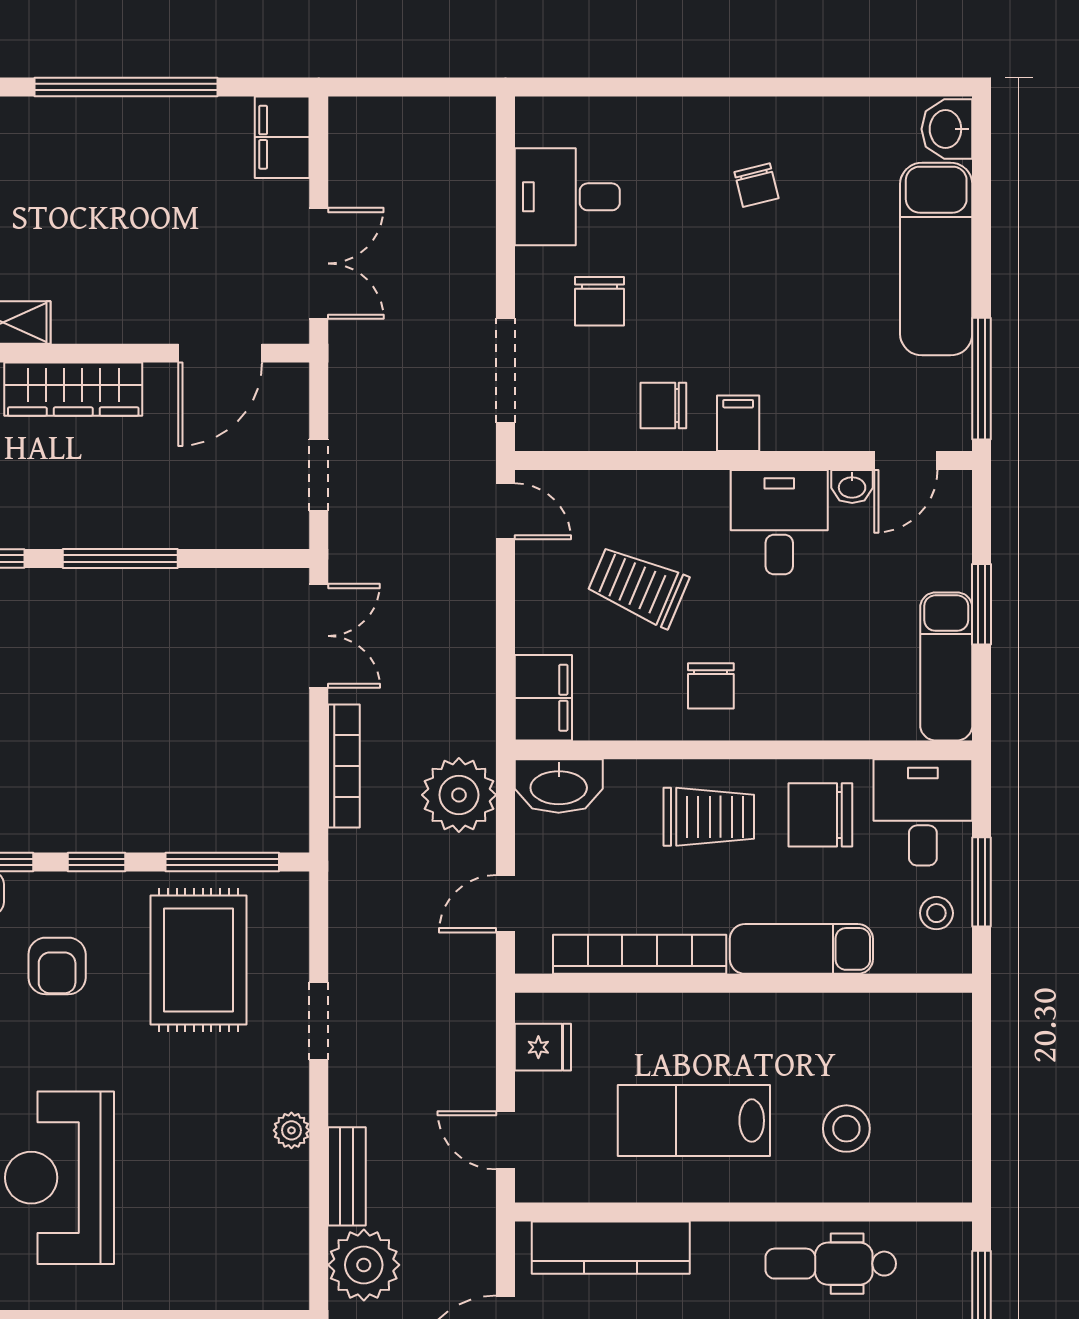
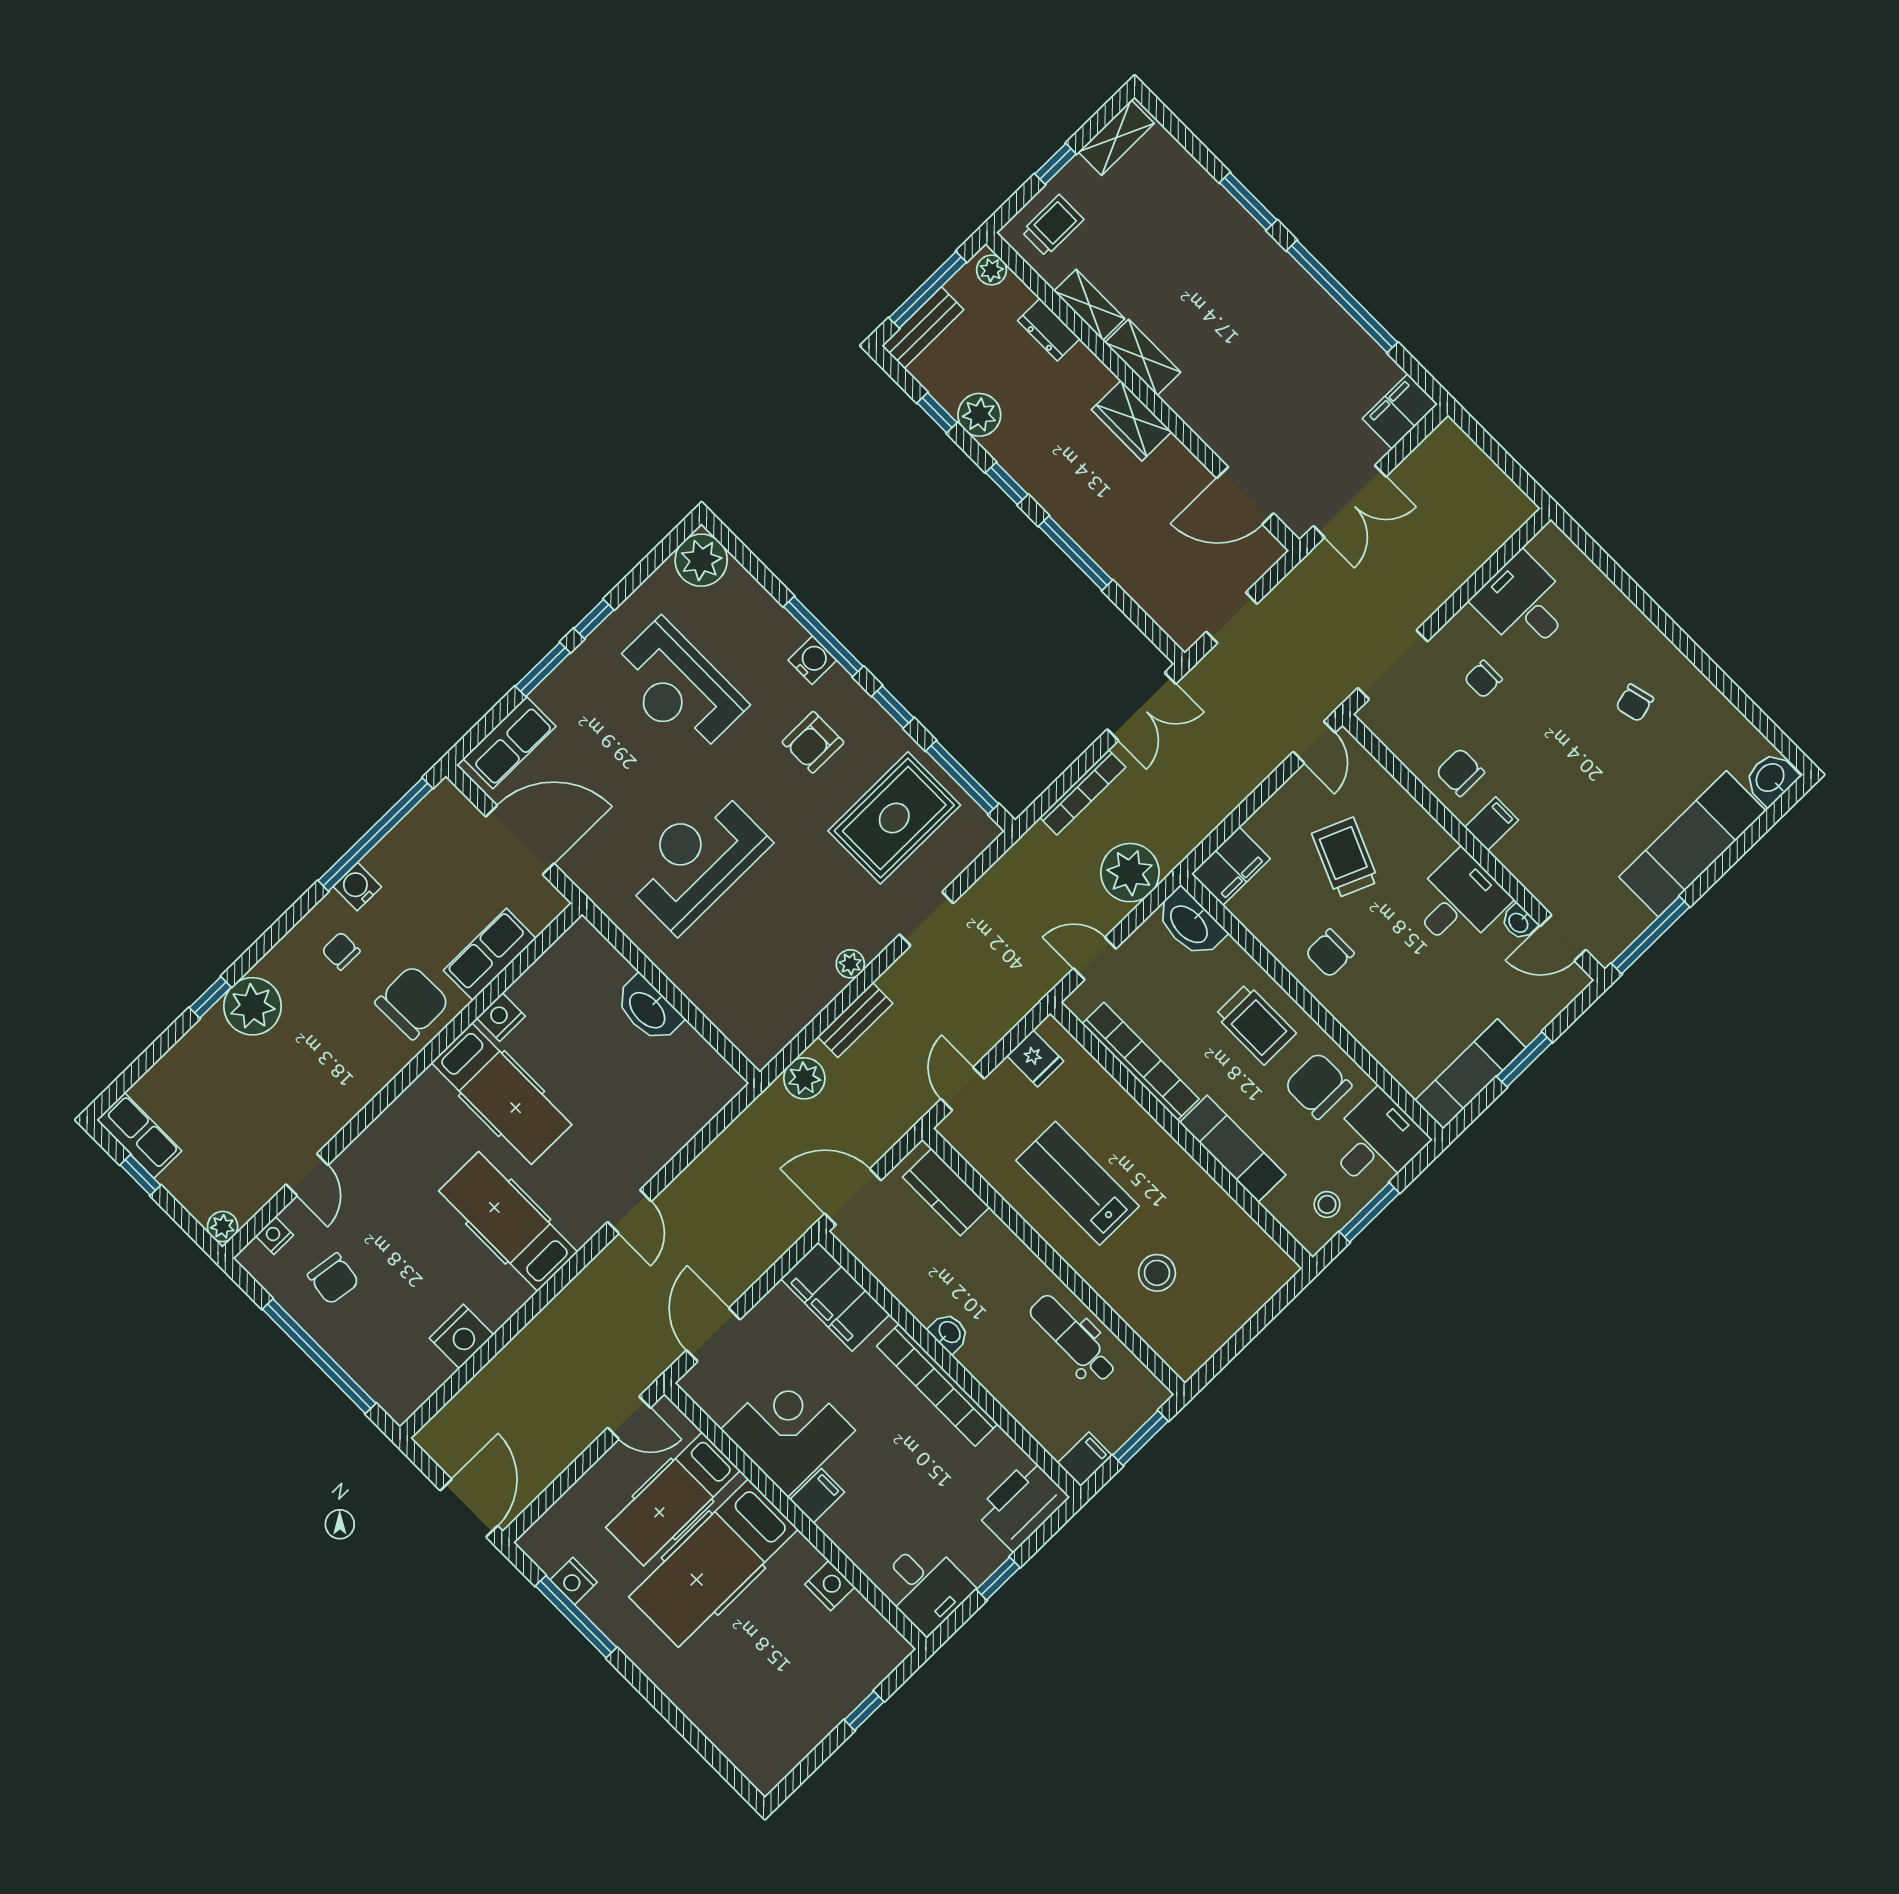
chair: (600, 301) -> (1483, 679), width x0.73, depth x0.73
wardrobe: (73, 389) -> (1132, 421), width x0.67
kitchen counter: (611, 1248) -> (946, 1192), width x0.67
plant: (364, 1265) -> (804, 1078), width x0.73, depth x0.73

